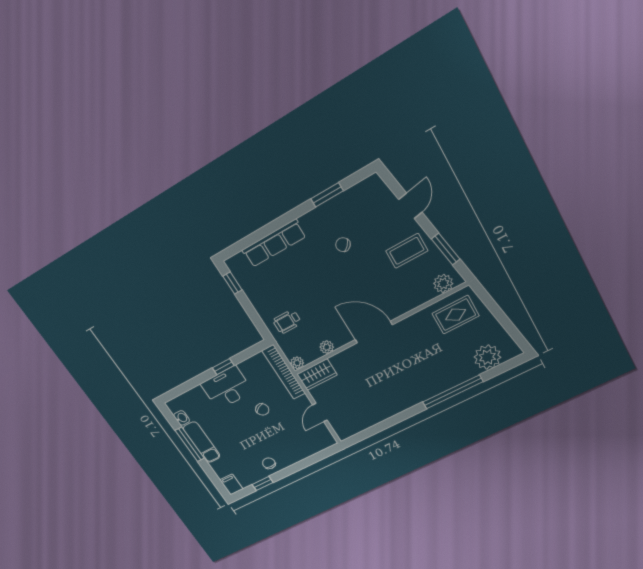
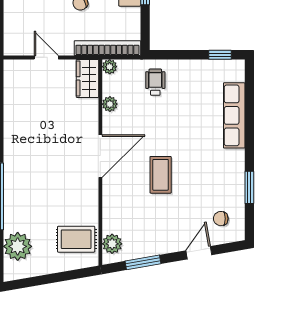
door: (410, 206) -> (199, 253), swing flipped
chair: (343, 245) -> (221, 219), moved, turned -133
coffee table: (407, 251) -> (161, 175), moved
rug: (456, 315) -> (76, 239), turned 90

